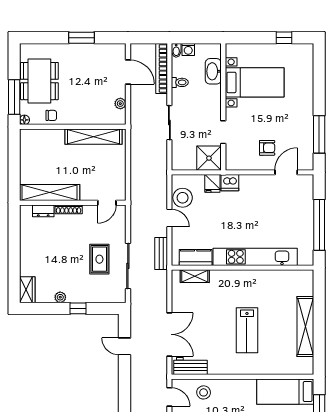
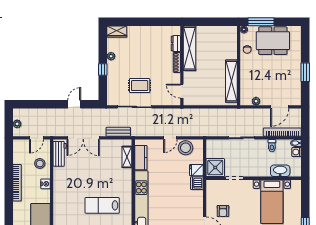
bench: (161, 254) -> (118, 132), moved
lab bench: (247, 330) -> (102, 205), moved
nightstand: (231, 385) -> (45, 184), added

